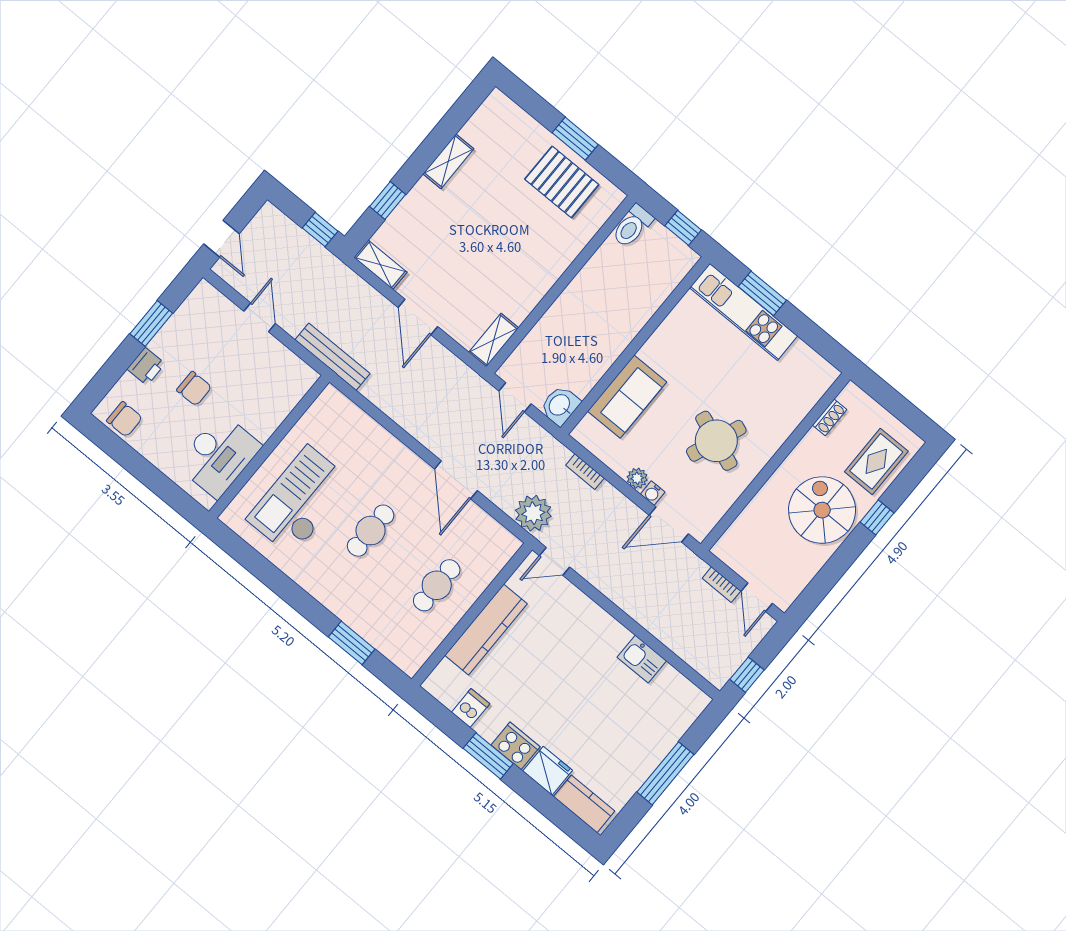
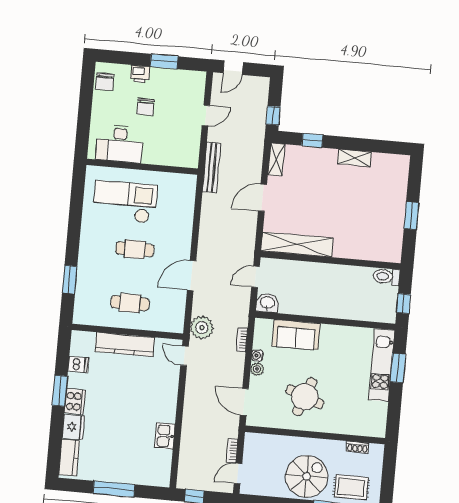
pallet: (562, 182) -> (384, 224), removed
shelving: (494, 340) -> (297, 244), width x2.20, depth x1.33
water cooler: (653, 493) -> (257, 356), moved

